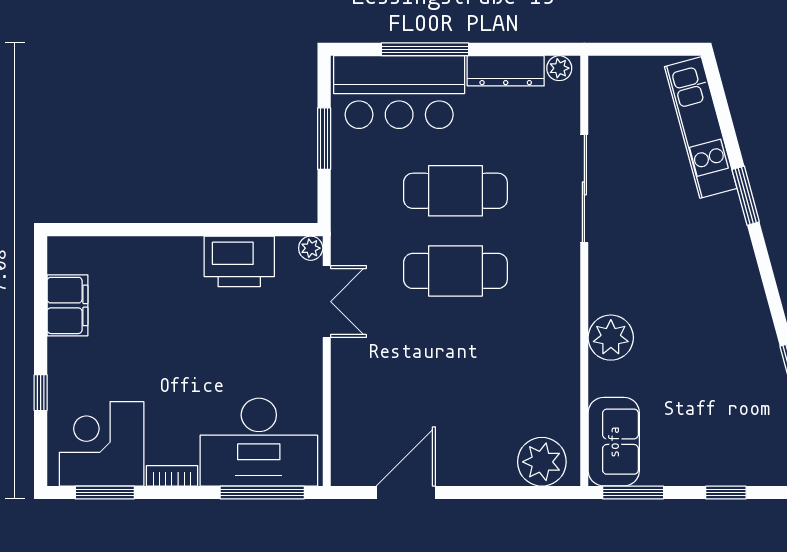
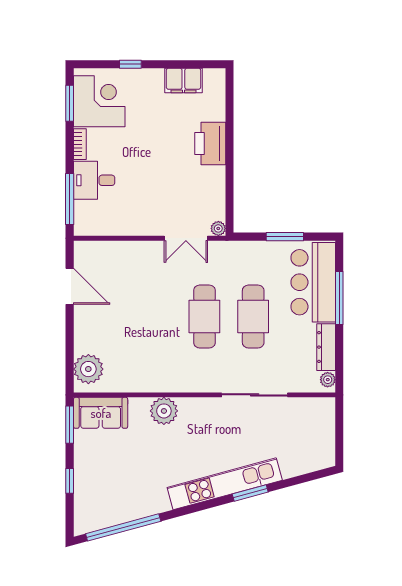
kitchen unit: (701, 127) -> (225, 484), moved, width x1.36
printer: (239, 261) -> (210, 144), moved
desk: (259, 442) -> (94, 180), width x0.53, depth x0.77

